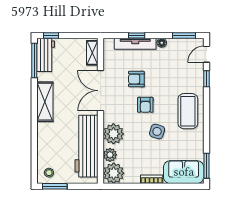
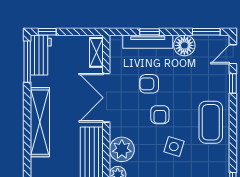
floor lamp: (162, 43) -> (184, 45), width x1.89, depth x1.89
shelving: (45, 102) -> (40, 122), width x1.47

